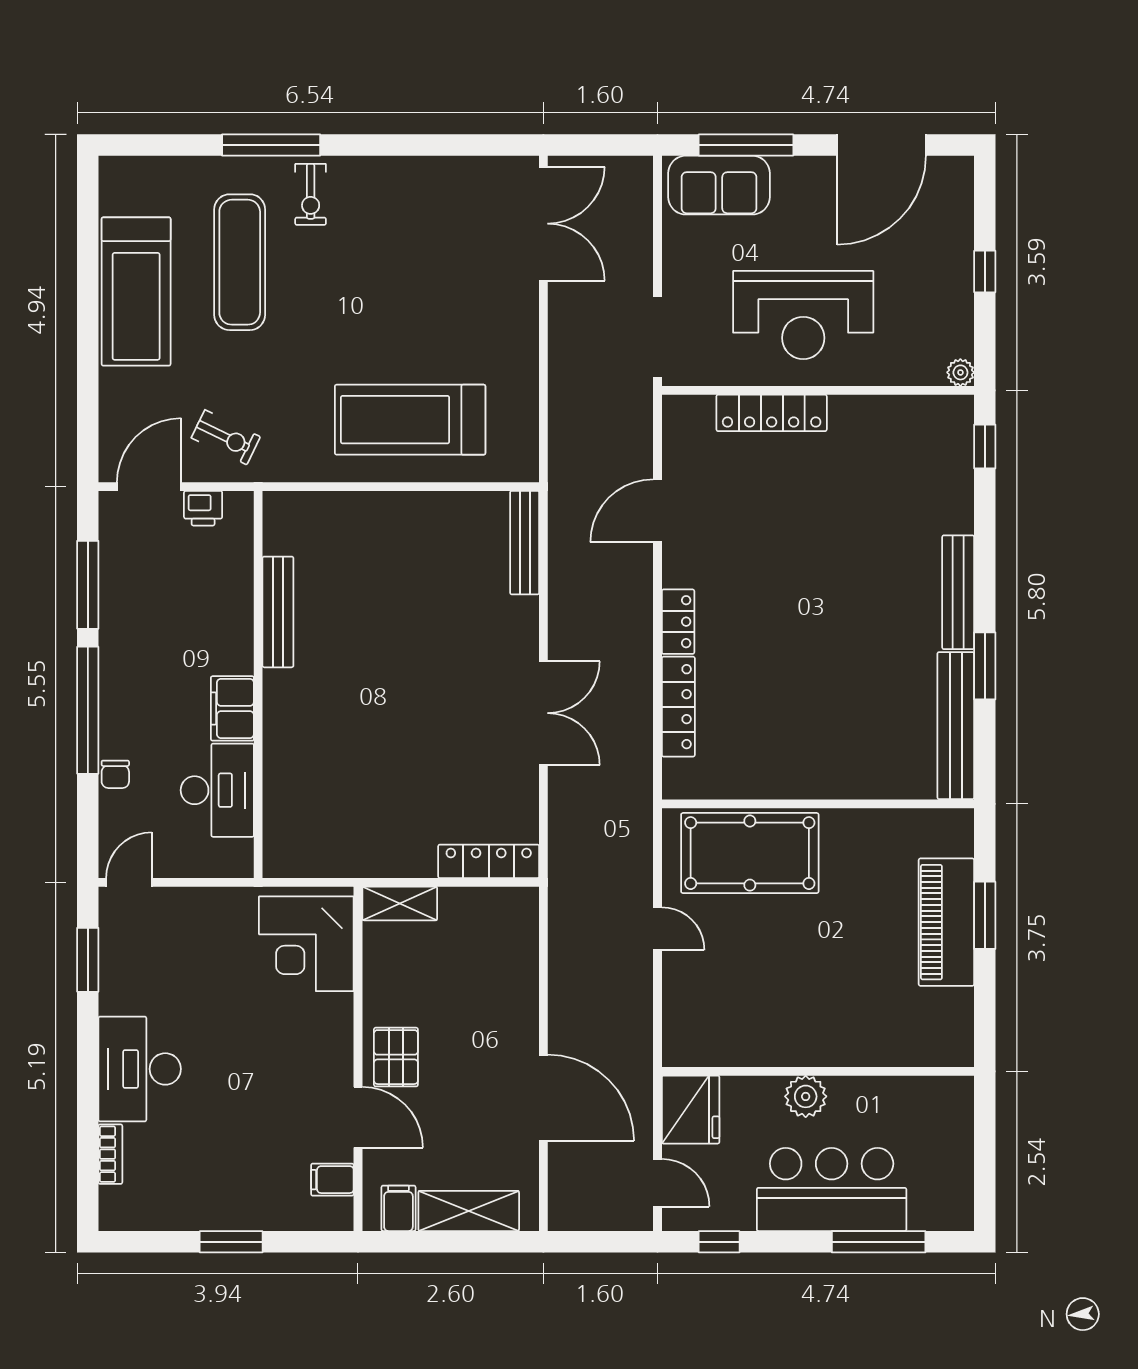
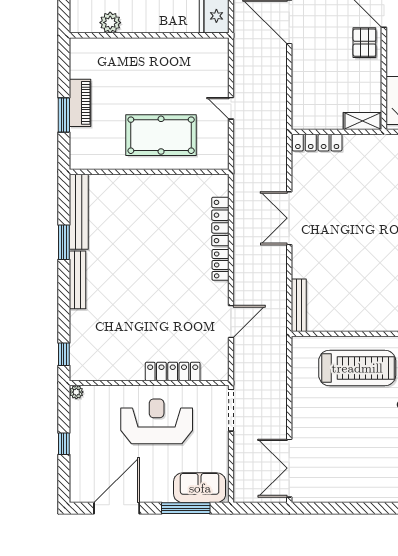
pool table: (750, 853) -> (161, 135), moved
piano: (946, 922) -> (80, 103), width x0.73, depth x0.75
plant: (806, 1096) -> (110, 23), moved

